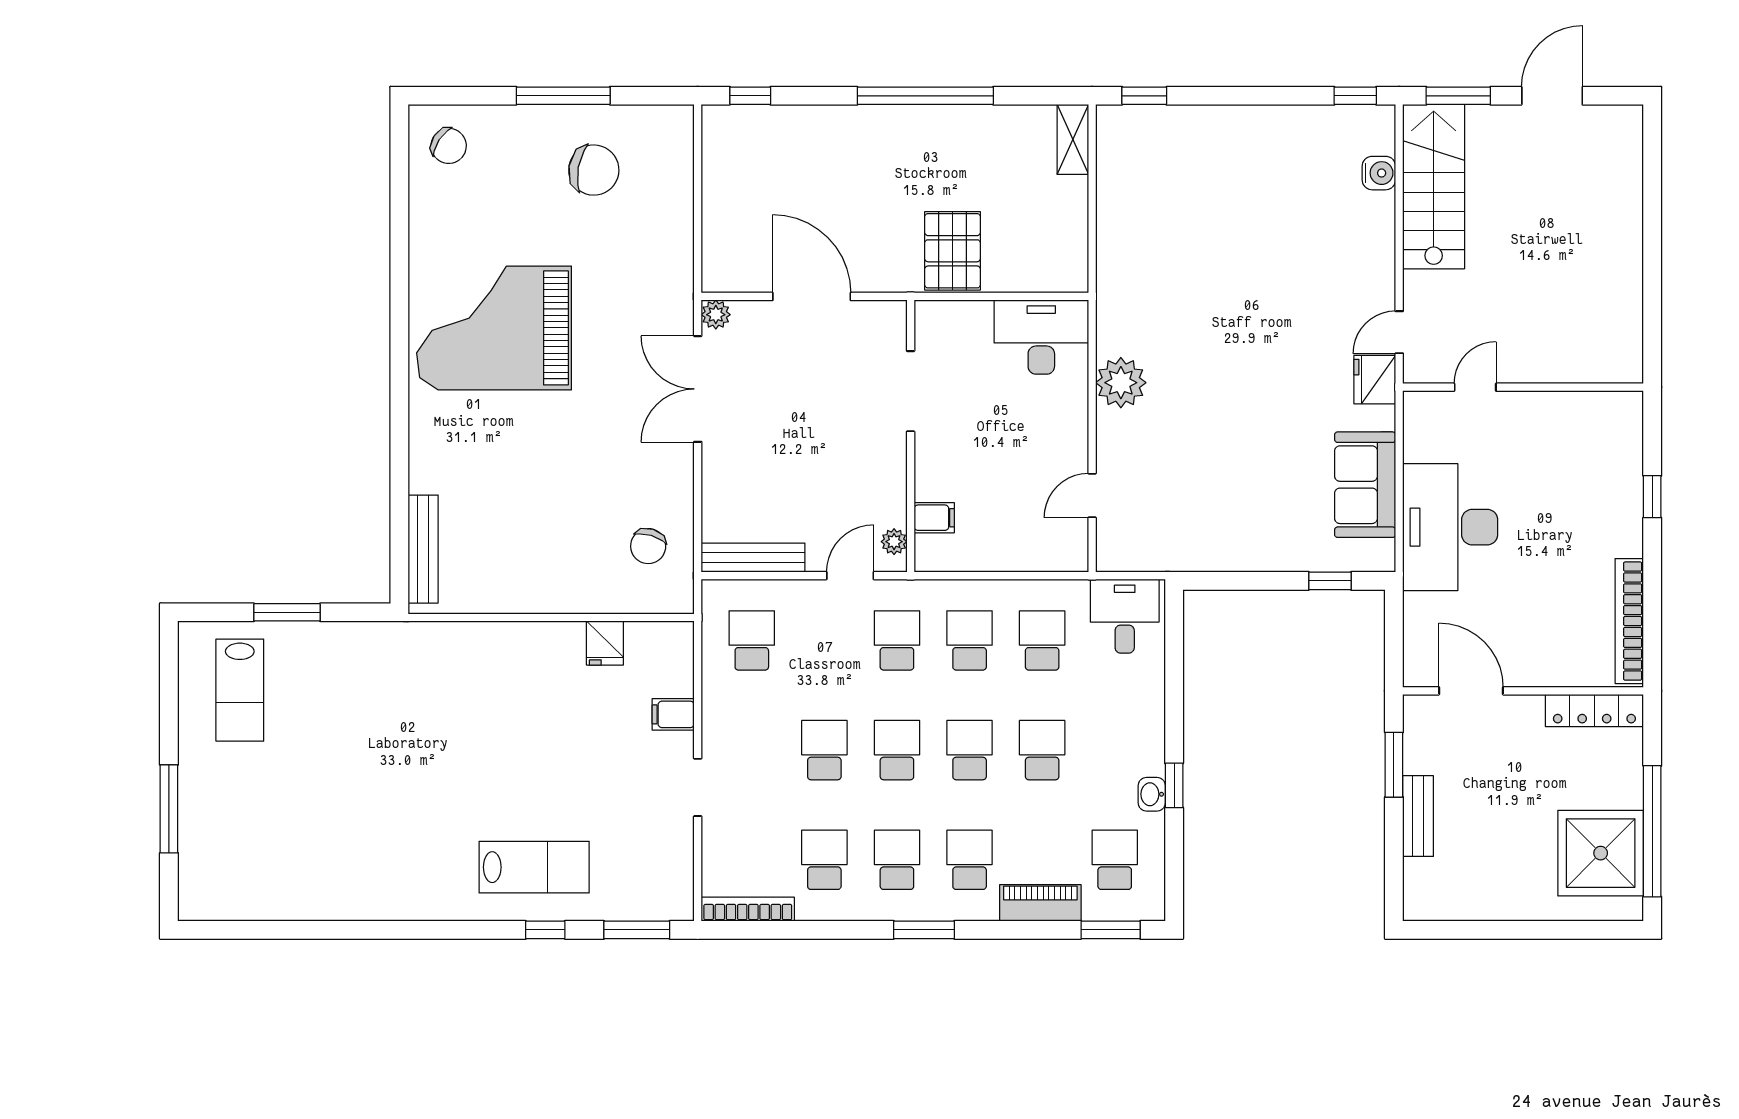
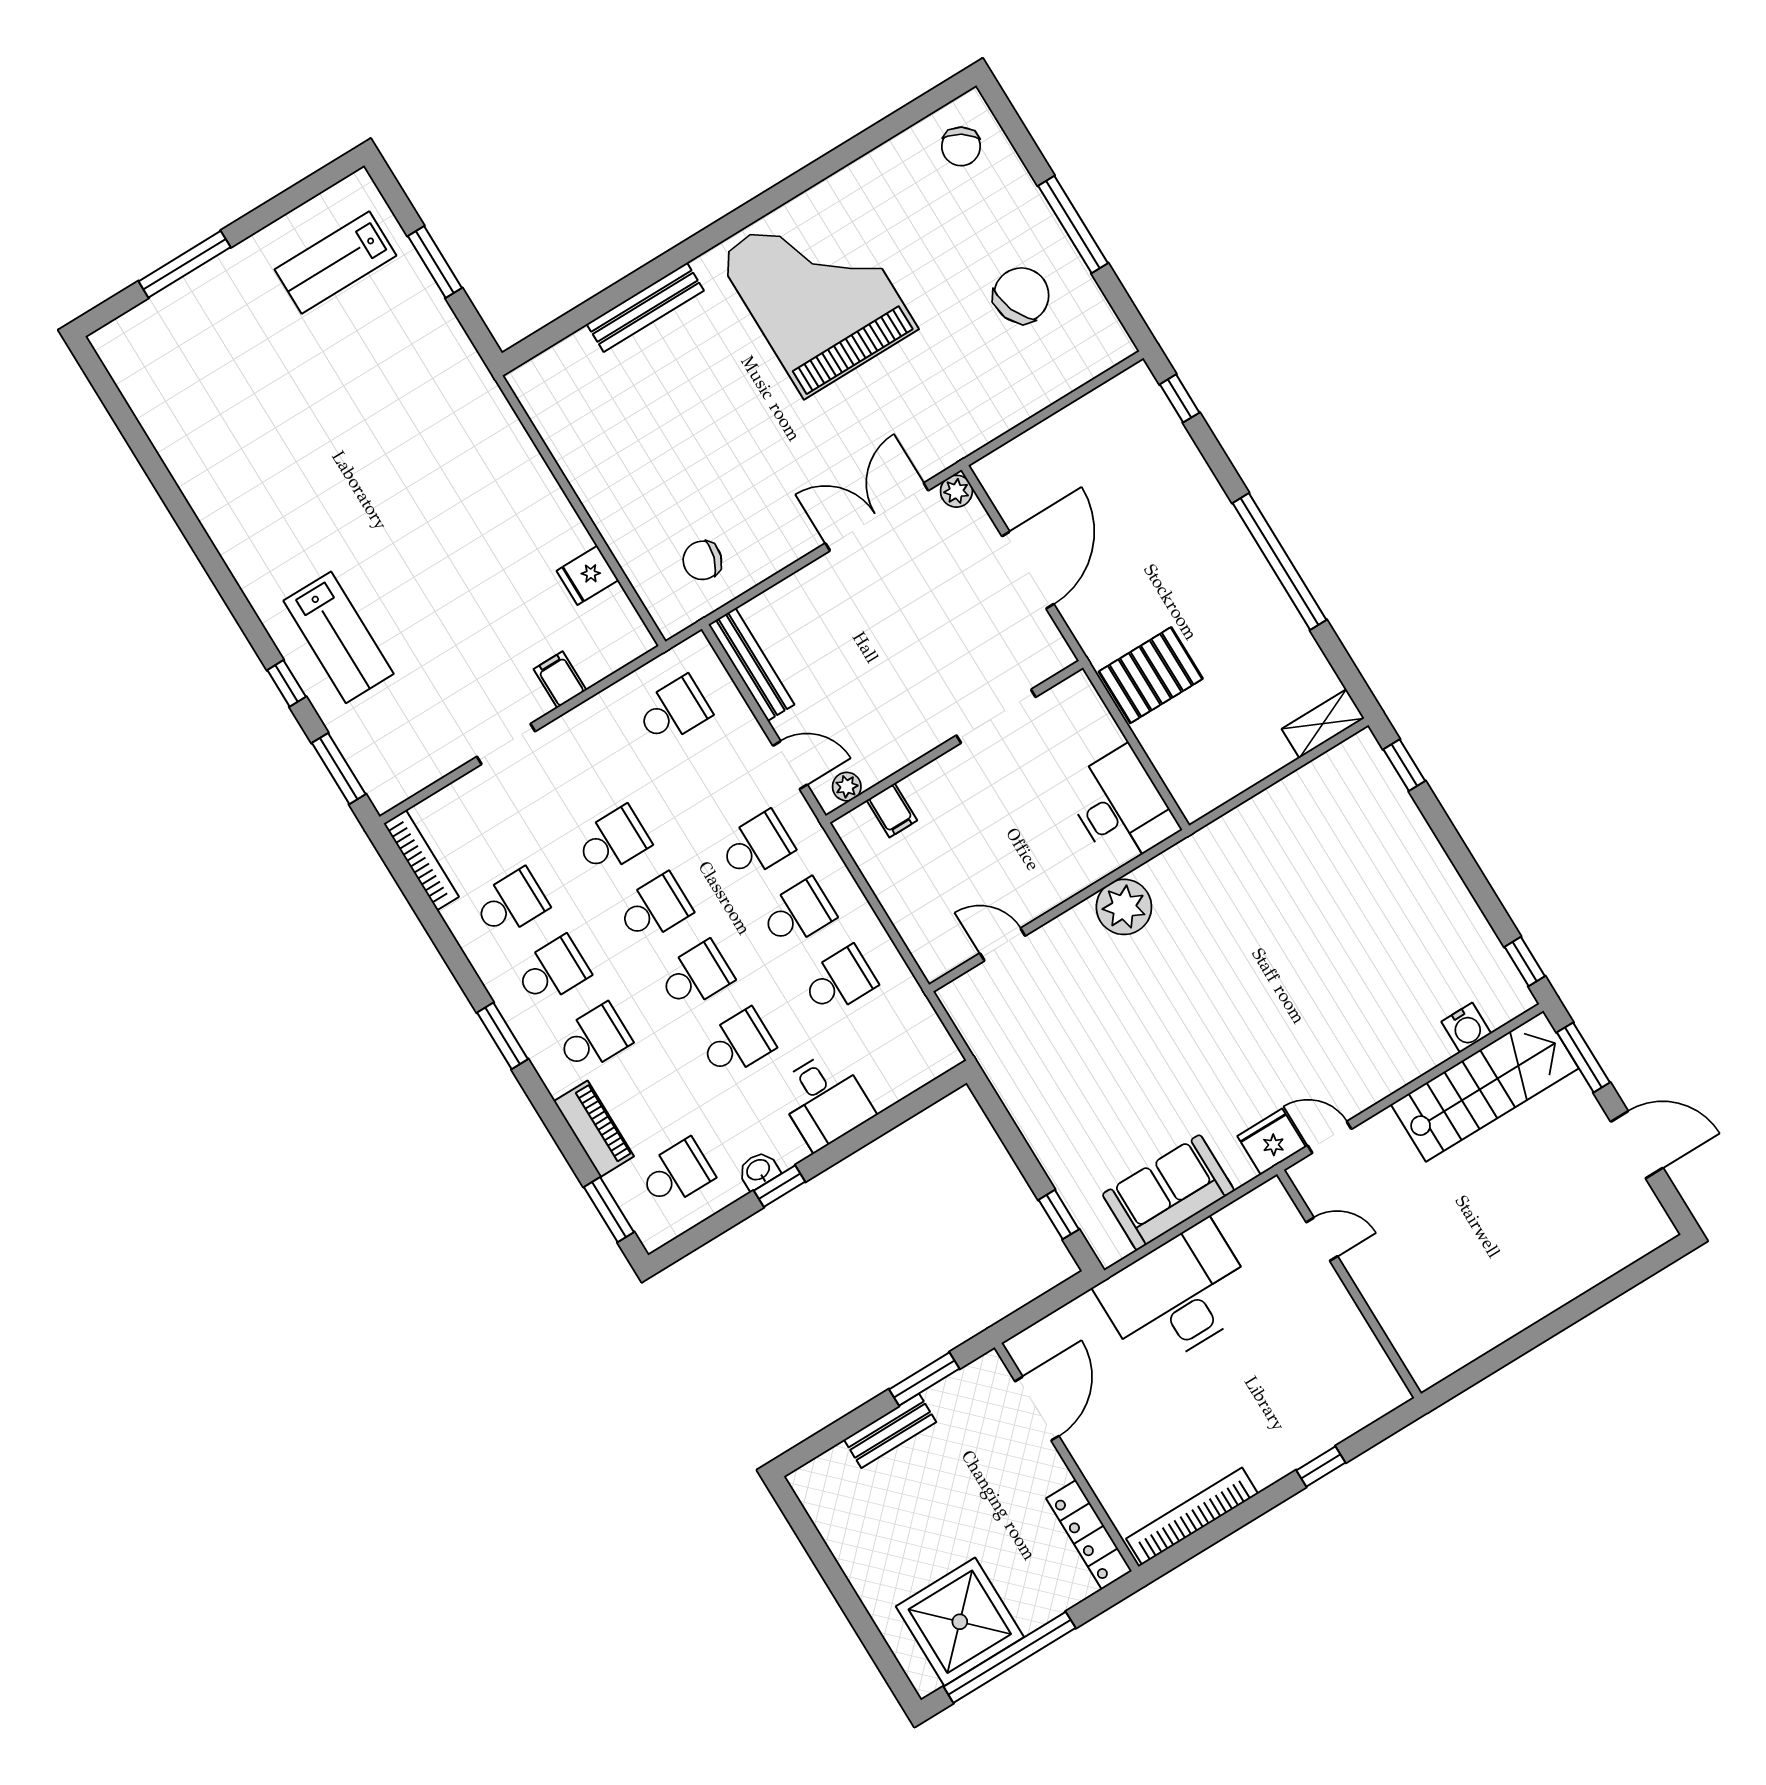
chair: (594, 170) -> (1021, 295), turned -122
bench: (423, 549) -> (645, 307), moved
desk: (1125, 616) -> (824, 1100), moved, turned 90

